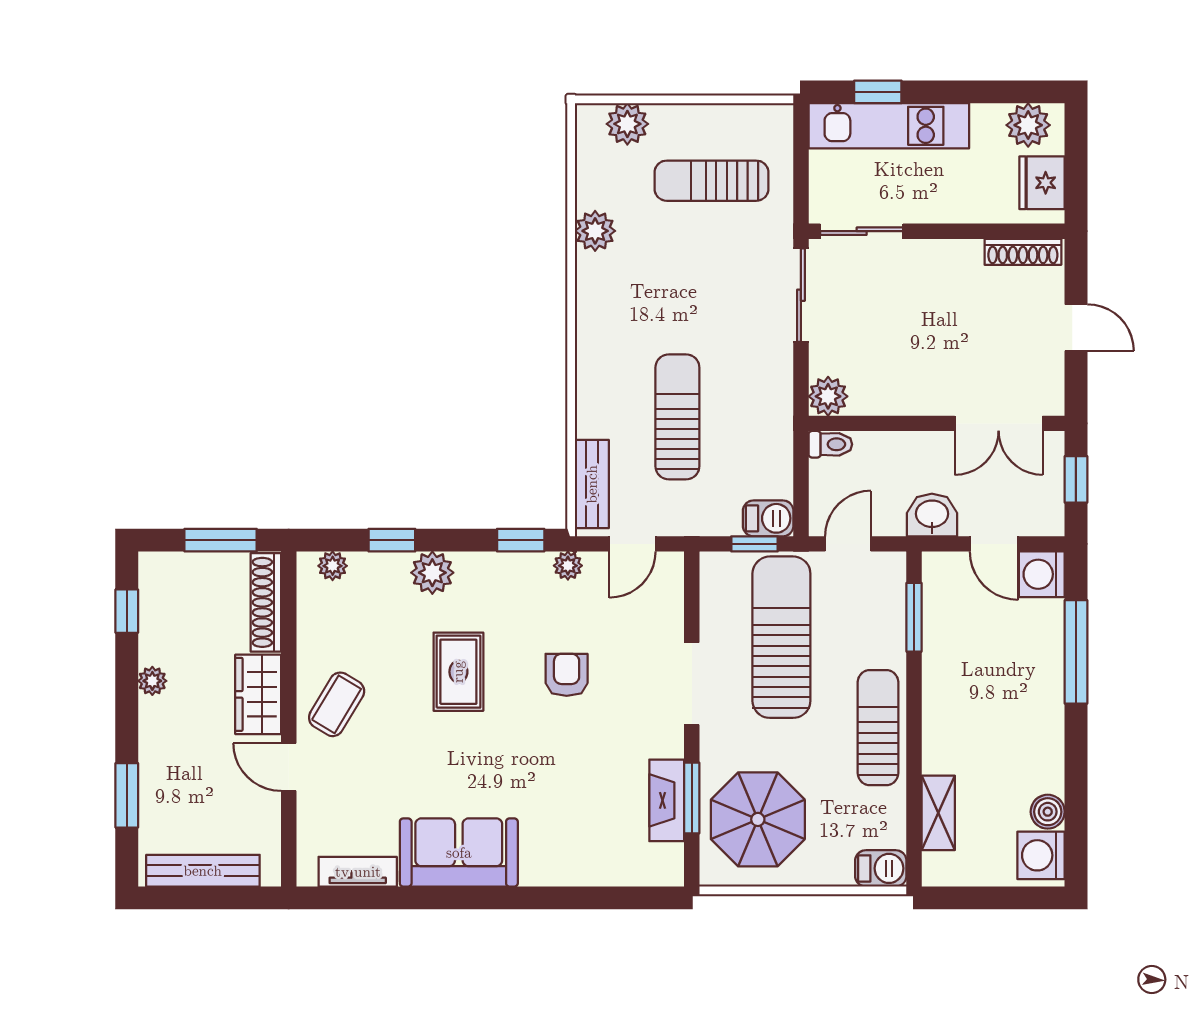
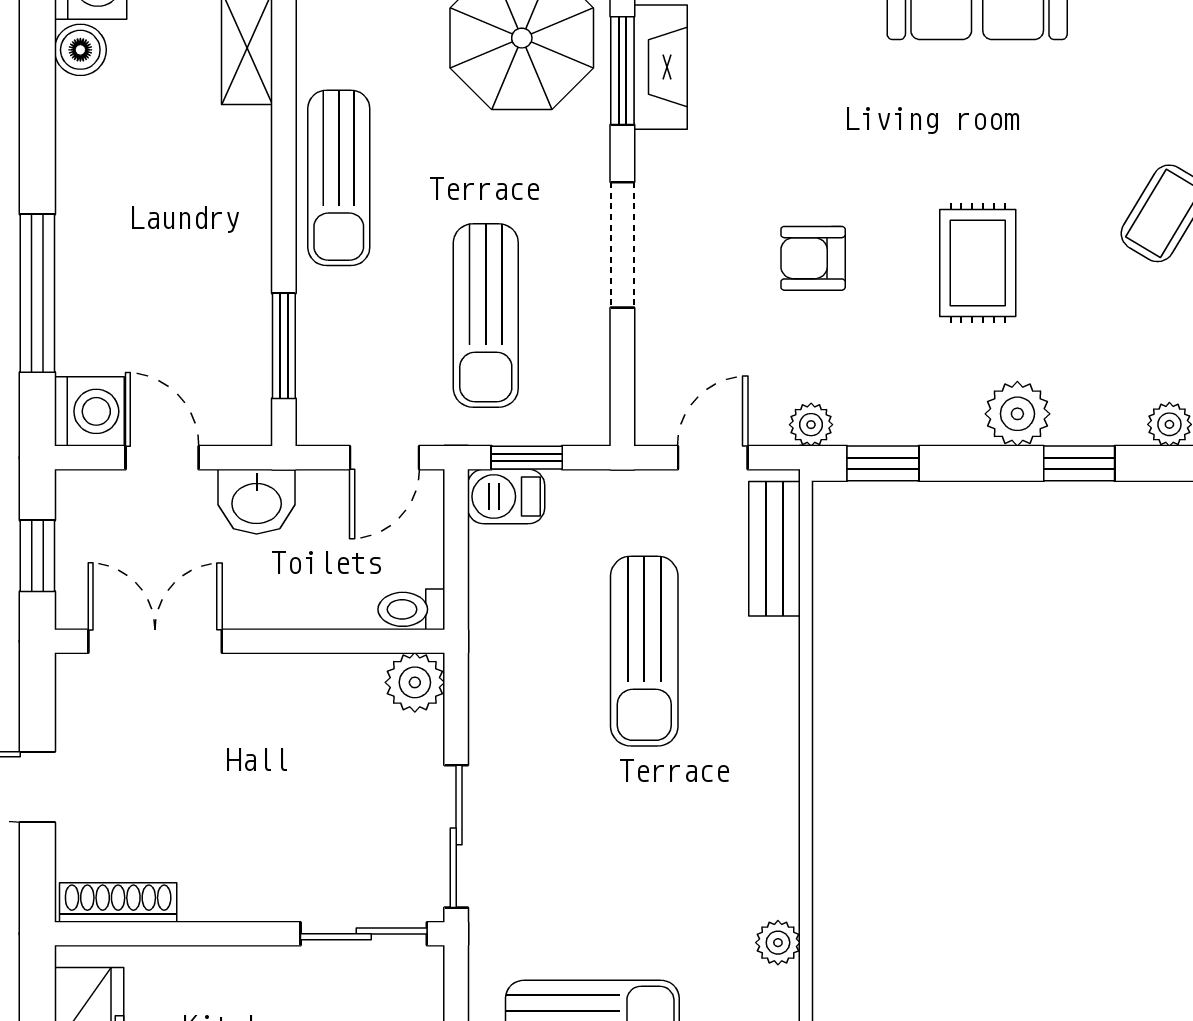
plant: (595, 231) -> (778, 943), width x0.73, depth x0.73
sun lounger: (781, 637) -> (486, 316), width x0.73, depth x0.75
armchair: (567, 675) -> (813, 258), turned 90

